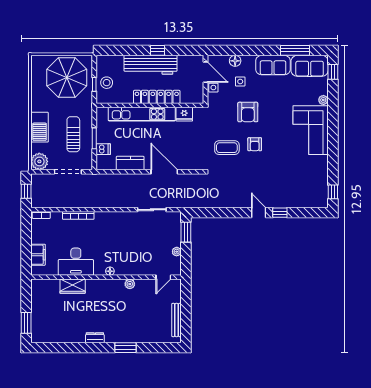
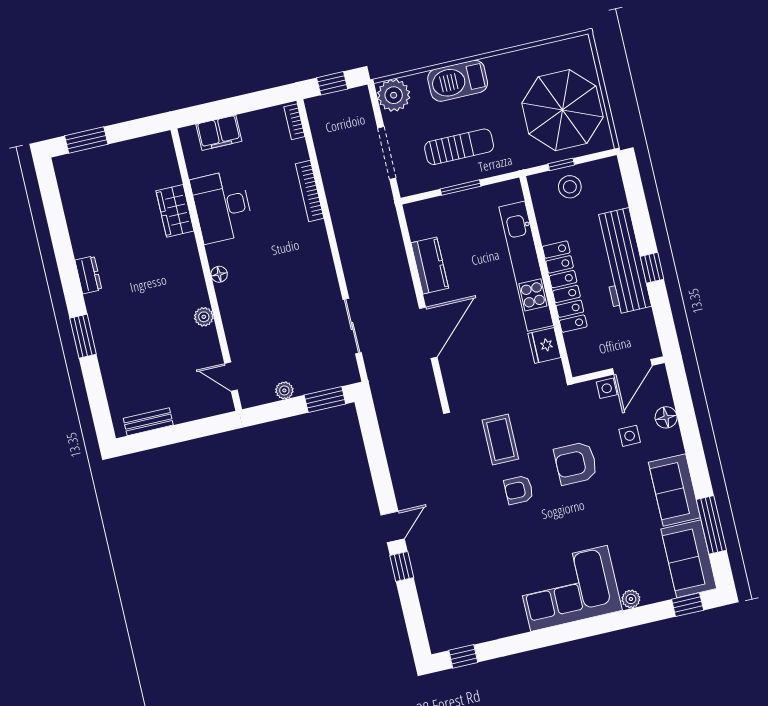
dishwasher: (103, 149) -> (444, 209), removed
bench: (177, 320) -> (148, 422), width x0.73

